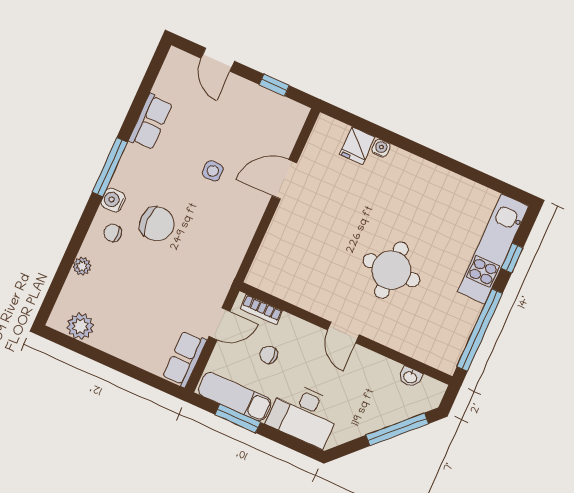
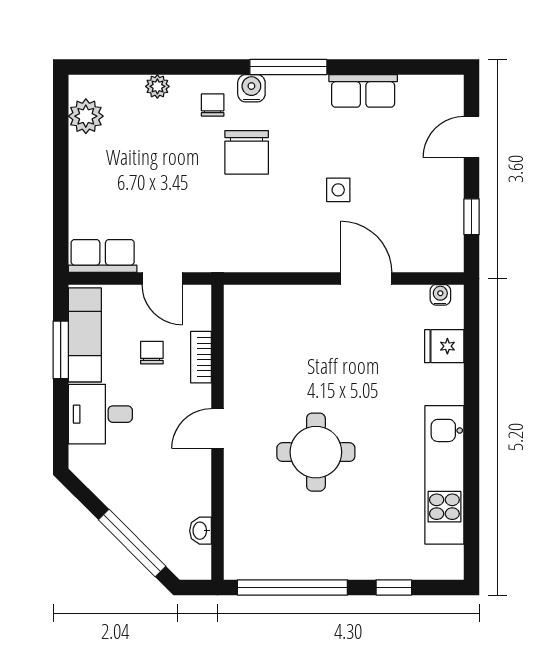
water cooler: (381, 148) -> (440, 295), moved, turned -90
kitchen unit: (493, 249) -> (444, 475), moved, turned -90
bookcase: (261, 310) -> (201, 357), moved
desk: (304, 414) -> (100, 414), width x0.73

